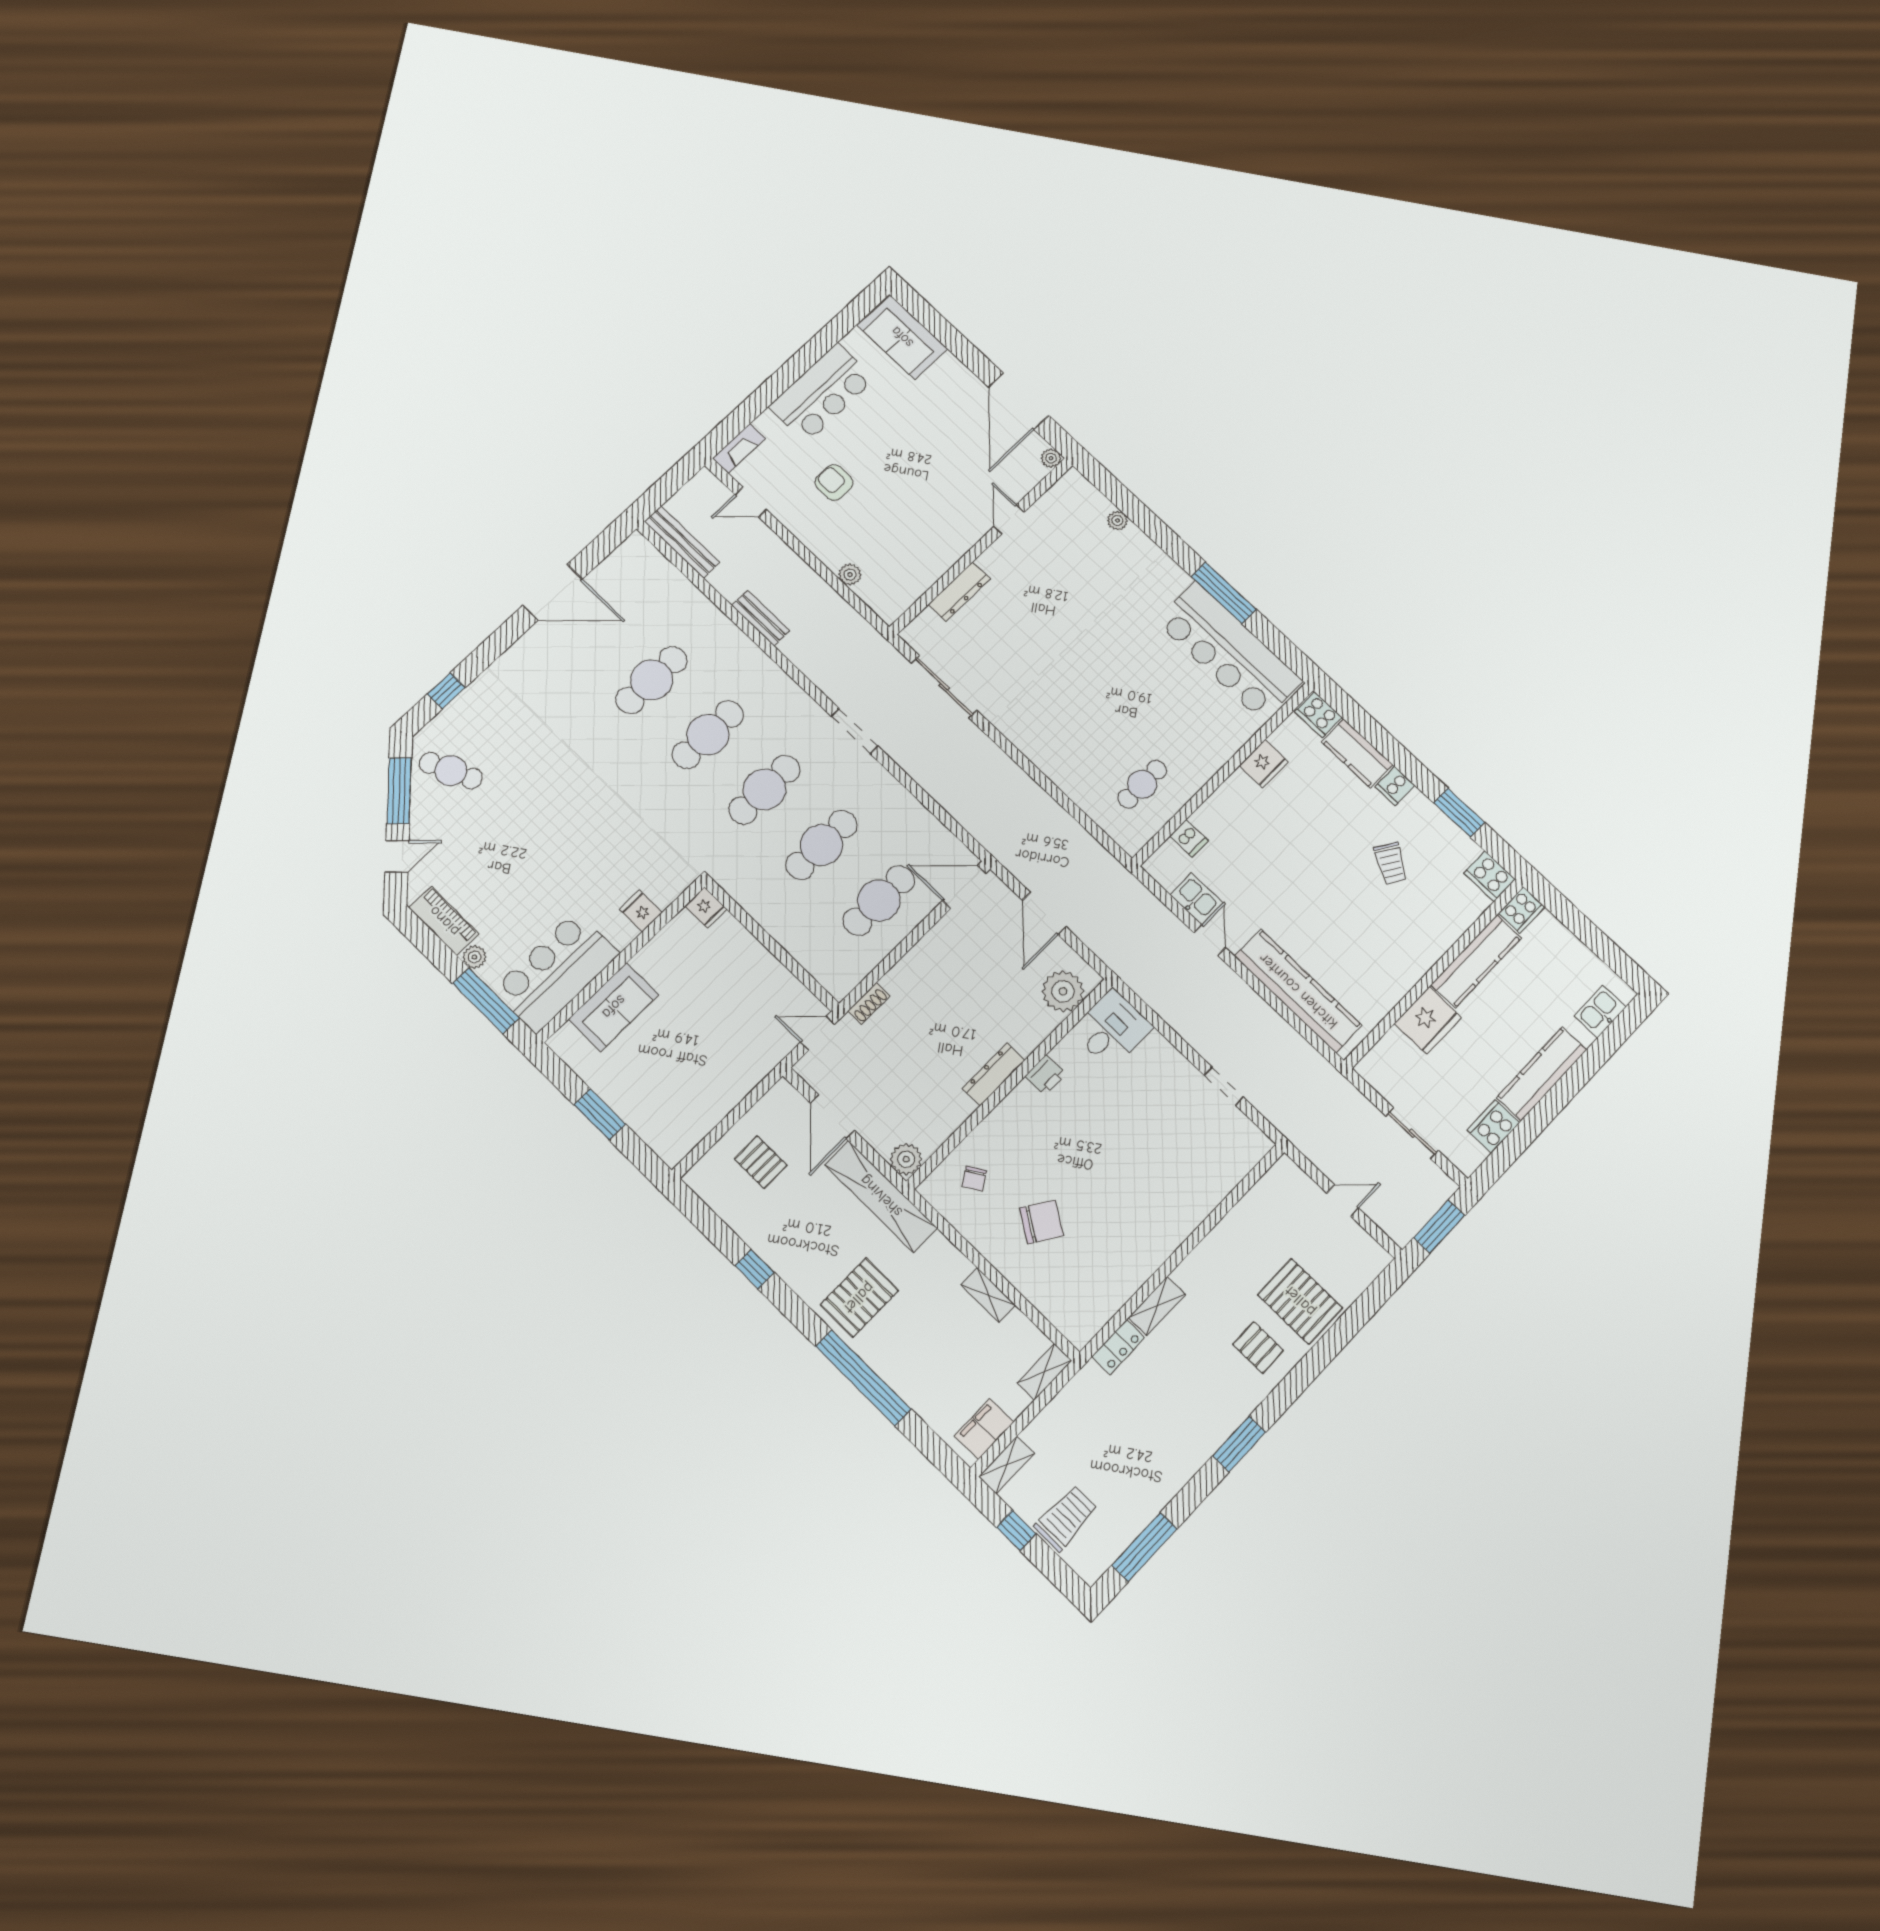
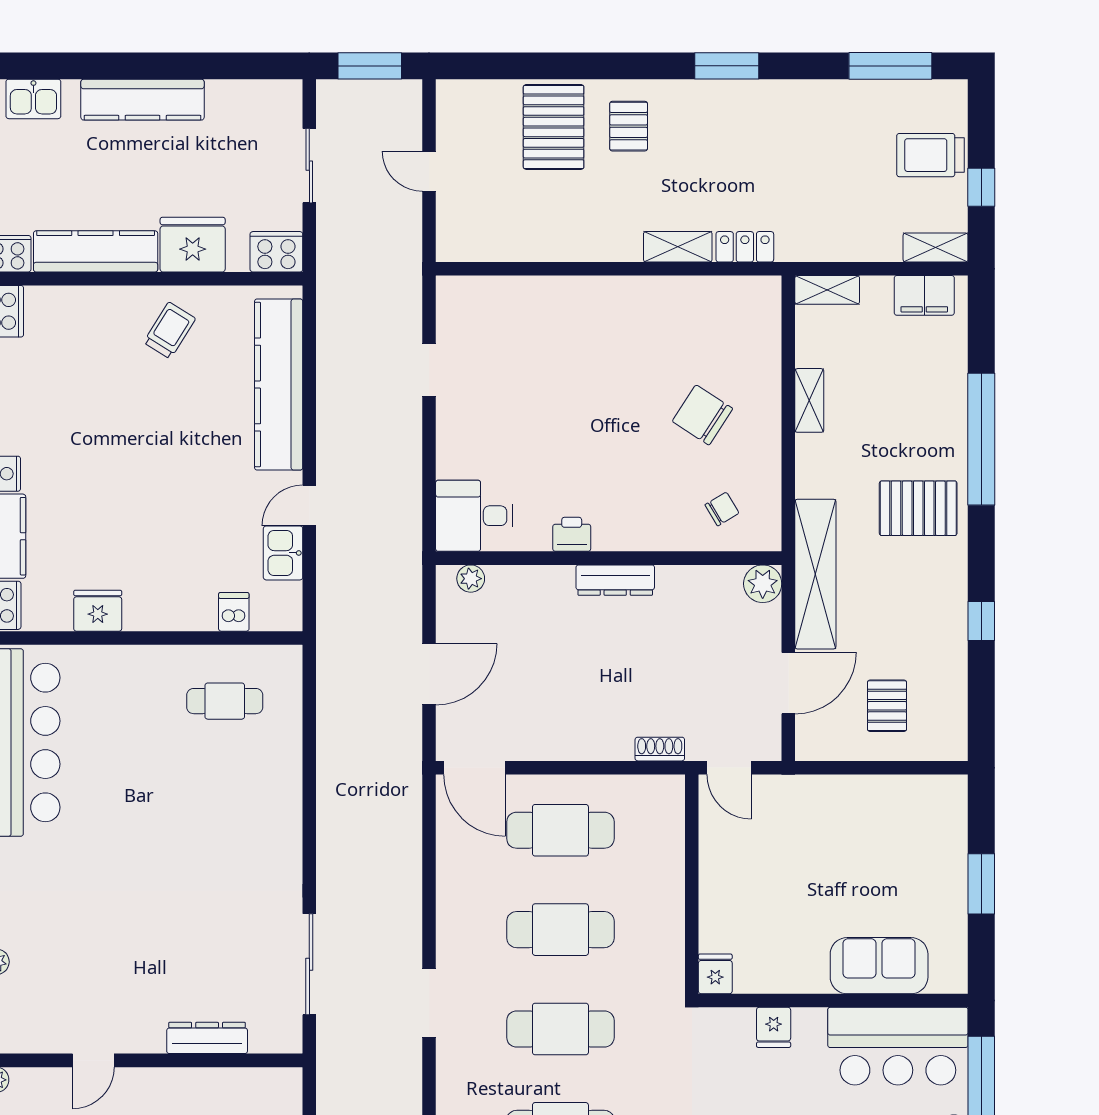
trolley: (1391, 863) -> (170, 330), moved
plant: (1063, 991) -> (471, 579), width x0.53, depth x0.53
cooker: (1493, 1126) -> (276, 252), moved, turned 180

